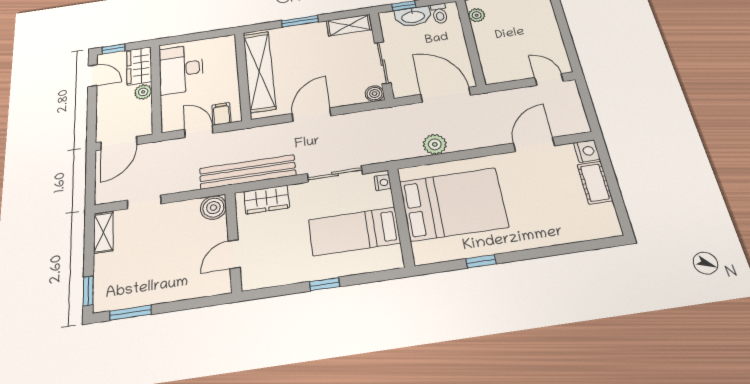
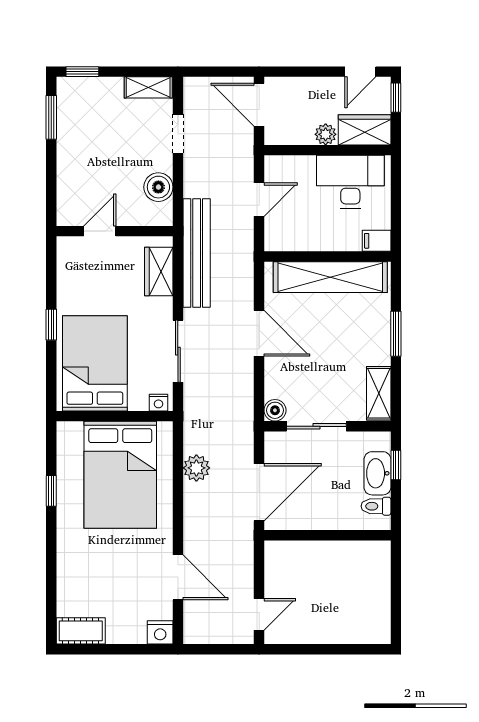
plant: (477, 15) -> (365, 550), removed
filing cabinet: (221, 114) -> (377, 241), moved, turned 180
cot: (595, 183) -> (81, 631), moved
boiler: (213, 208) -> (158, 187), moved
bed: (354, 231) -> (95, 363), width x1.50
door: (234, 254) -> (100, 231), hinge flipped

